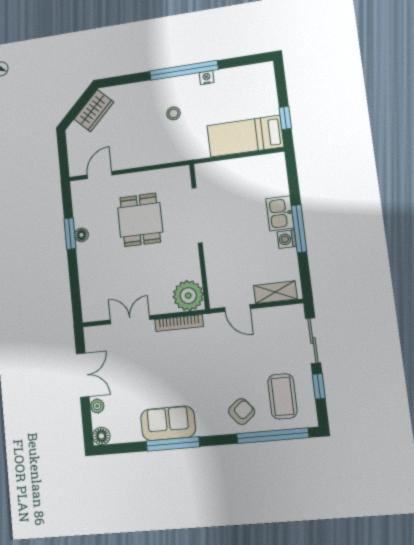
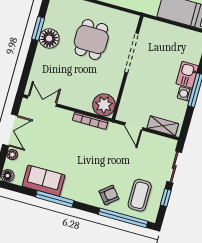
floor lamp: (81, 235) -> (49, 38), width x1.89, depth x1.89
double door: (130, 320) -> (42, 101), moved
sofa: (168, 423) -> (44, 181), moved

